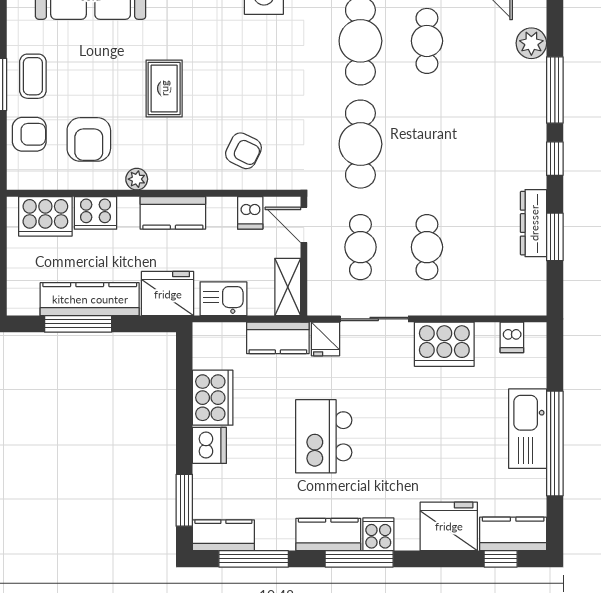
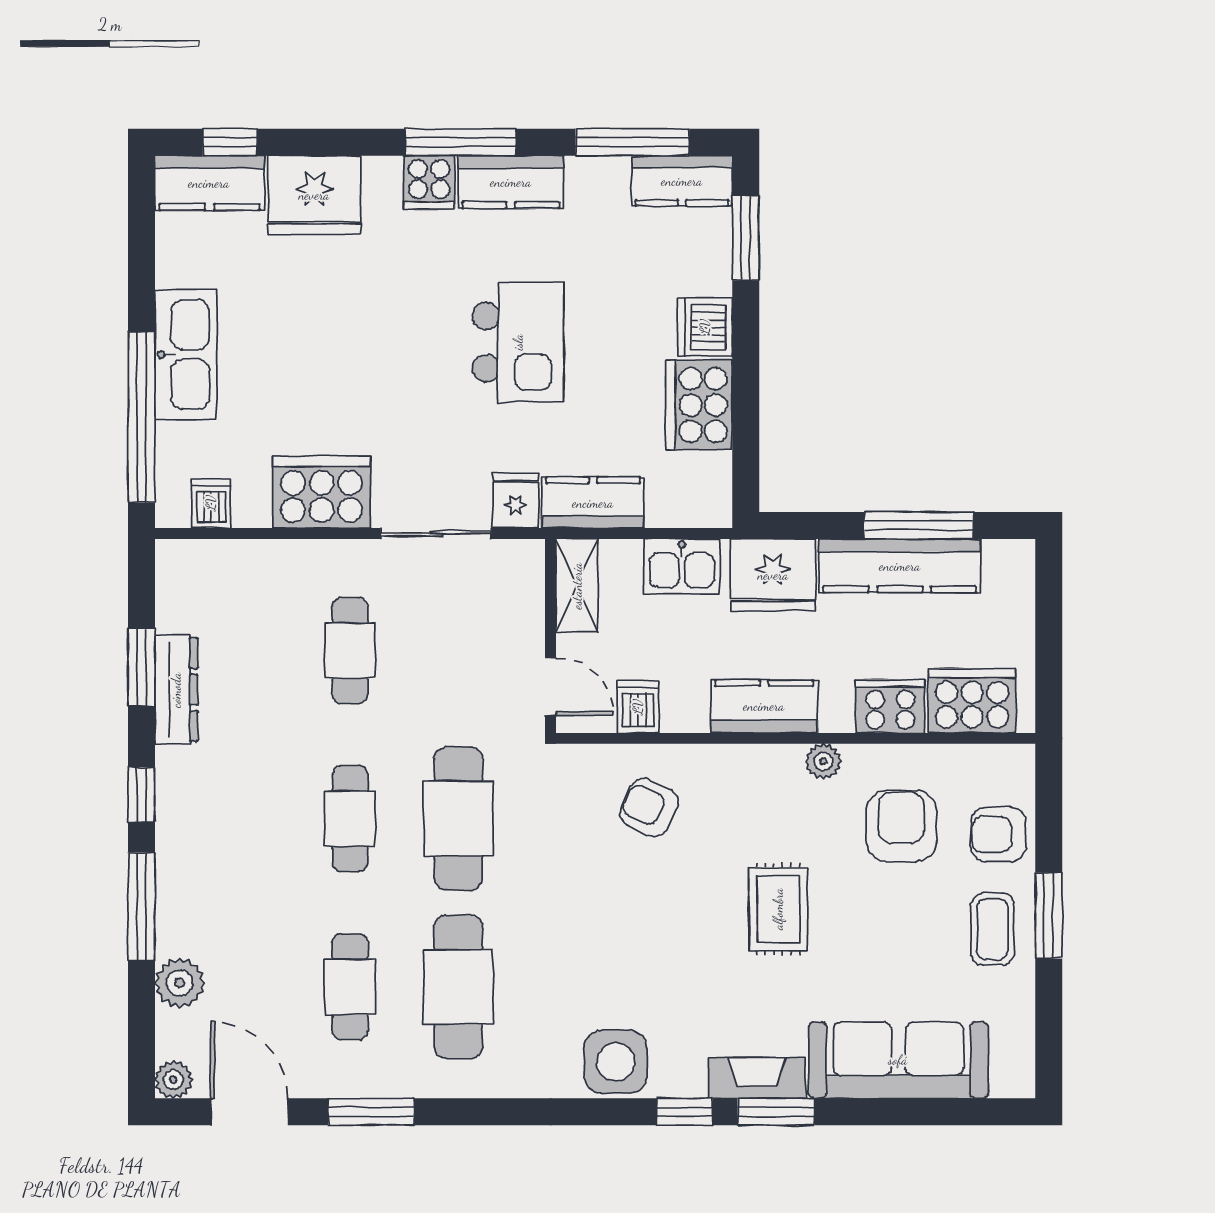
cafe table: (360, 247) -> (350, 819), moved
window: (555, 443) -> (141, 417), moved

